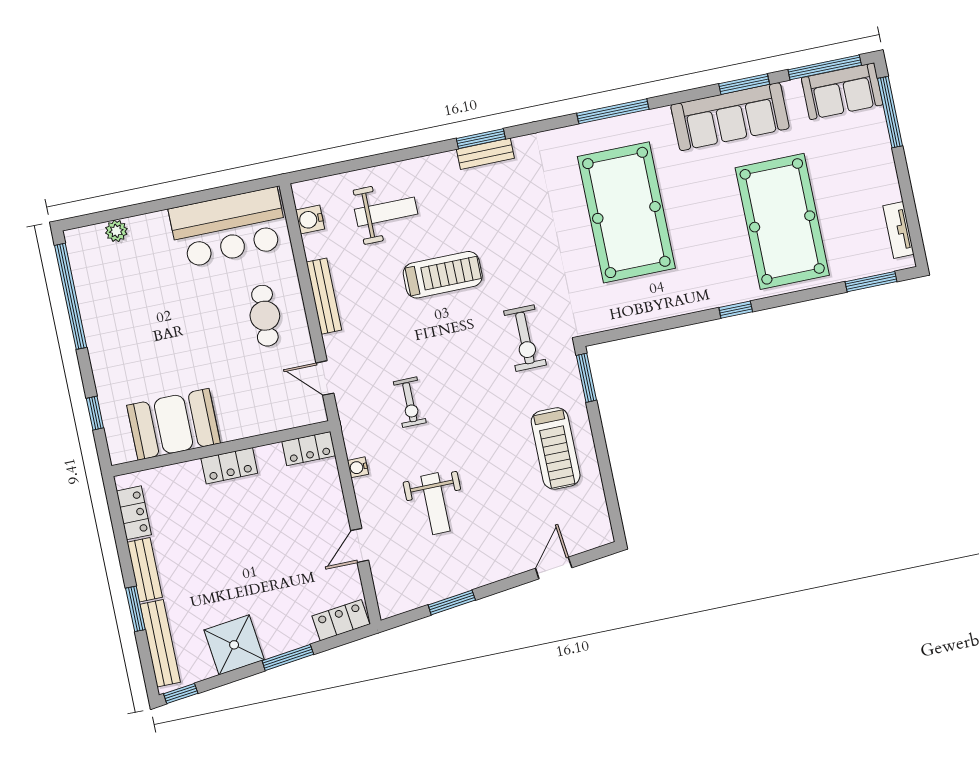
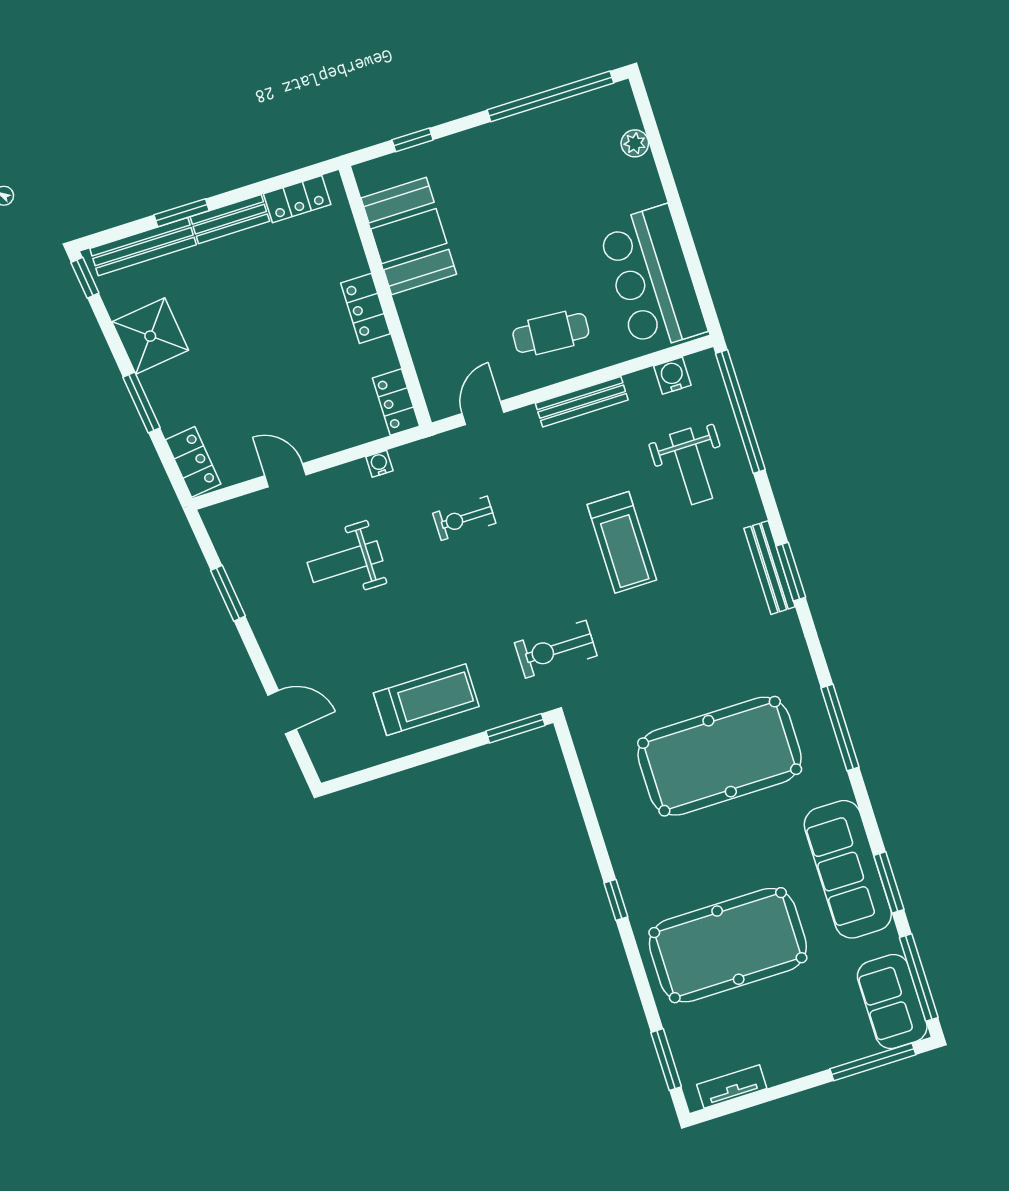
bench: (485, 154) -> (770, 568), width x1.36
window: (345, 167) -> (740, 412), added
treadmill: (556, 448) -> (426, 700), turned 180

